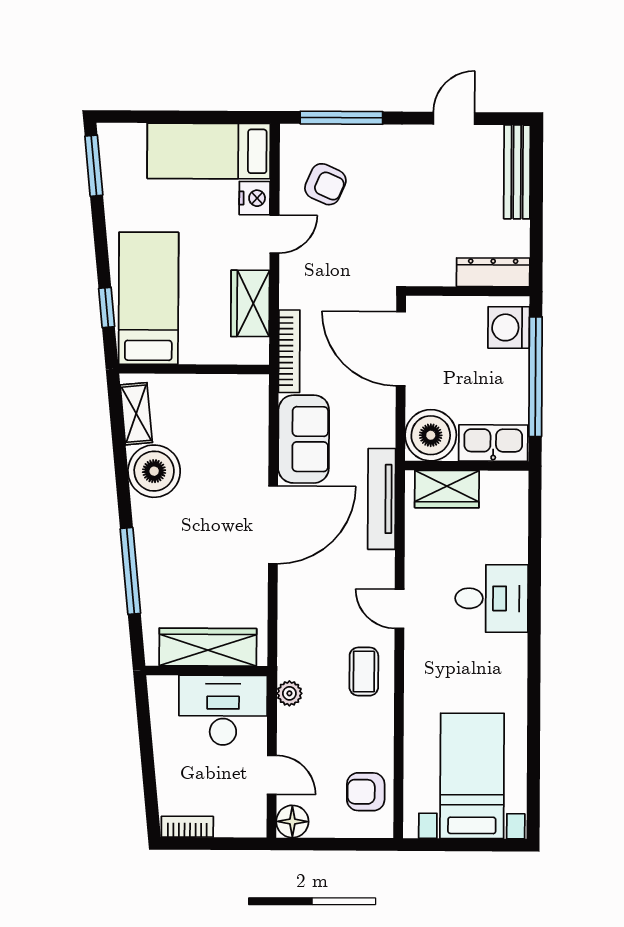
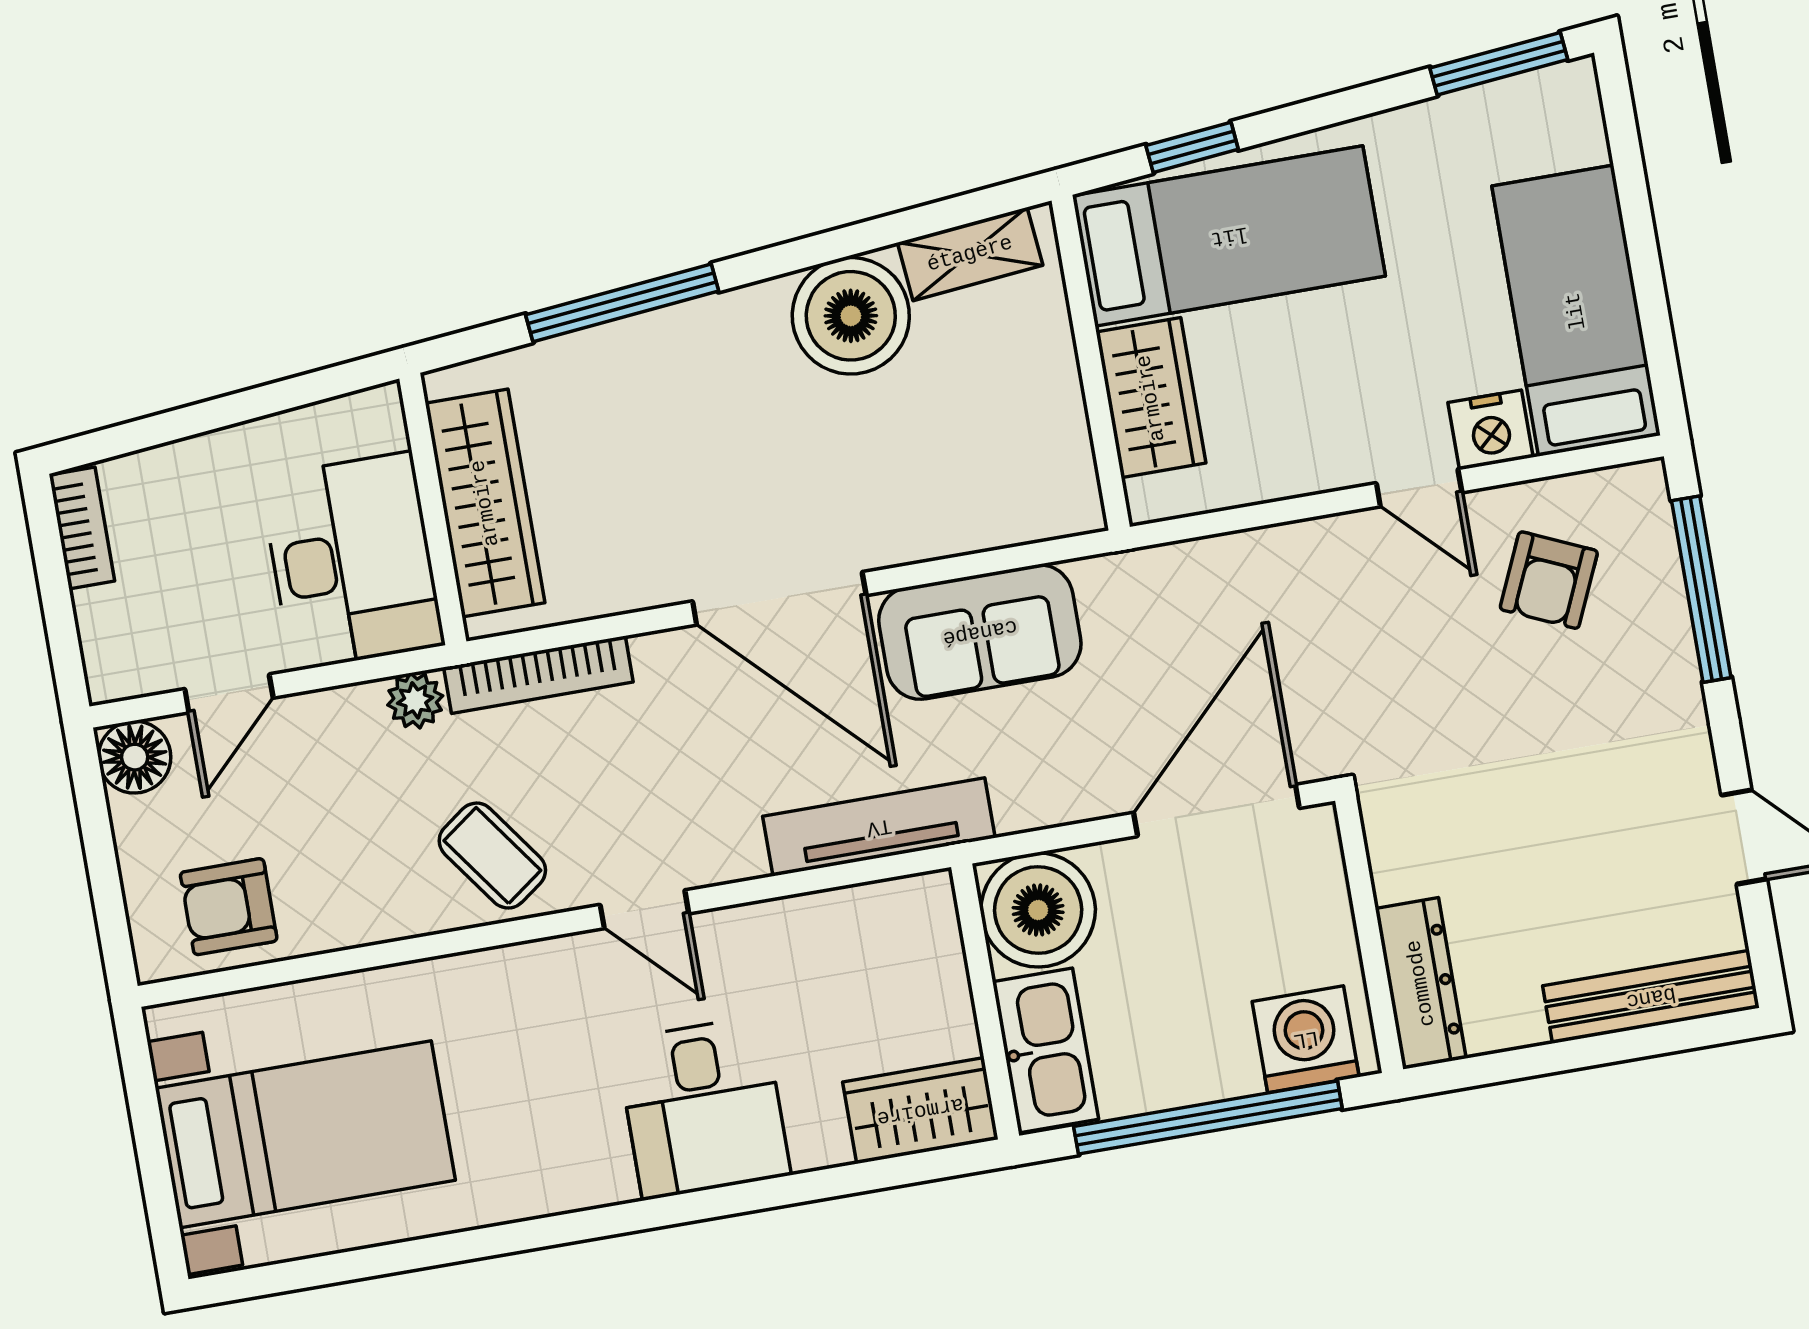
wardrobe: (250, 303) -> (1151, 398), moved, turned 90
bookcase: (289, 351) -> (538, 675), moved
wardrobe: (447, 489) -> (920, 1111), moved, turned 90
door: (399, 609) -> (644, 909), swing flipped
coffee table: (364, 672) -> (492, 856), turned 54
armchair: (366, 792) -> (229, 907), turned -90

